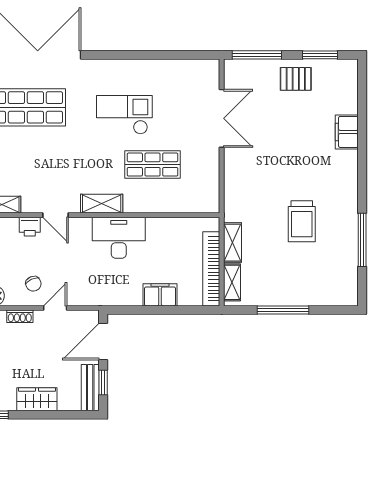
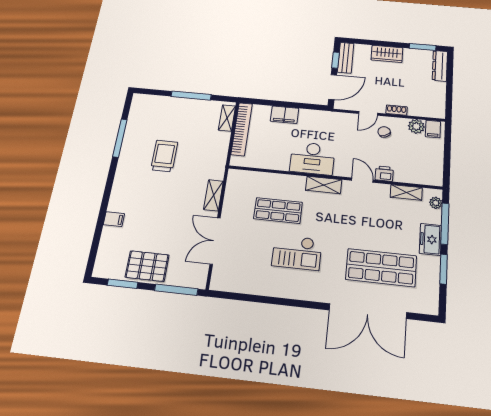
pallet: (296, 79) -> (147, 266), width x1.50, depth x1.42
filing cabinet: (347, 132) -> (114, 219), width x0.50
shelving: (233, 243) -> (213, 195), moved

